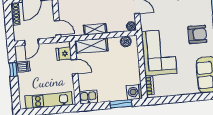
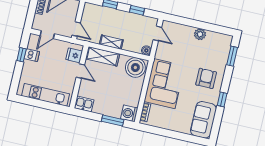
armchair: (197, 34) -> (206, 78), turned -90
boiler: (126, 41) -> (135, 68), width x1.86, depth x1.86

